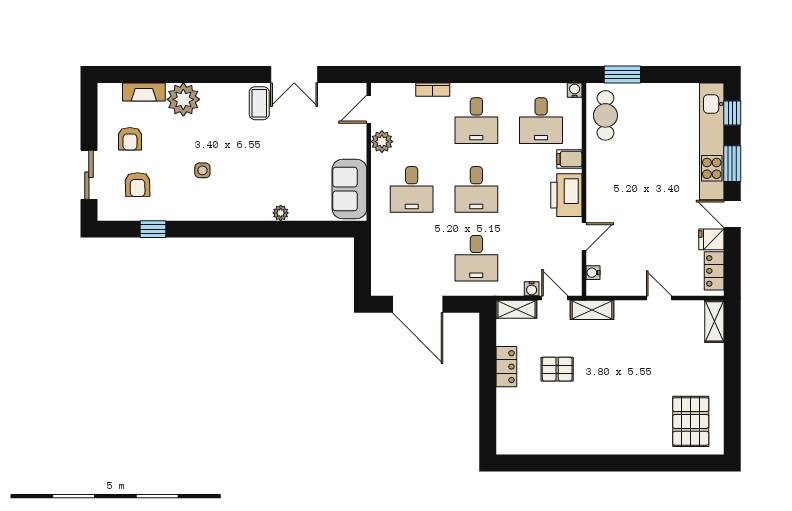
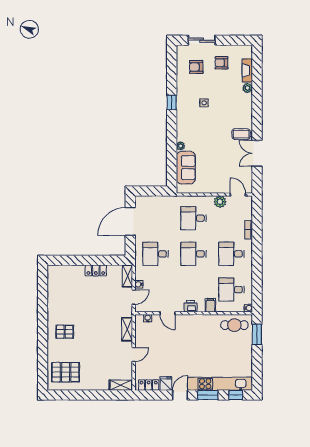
plant: (183, 99) -> (247, 88), width x0.53, depth x0.53
sofa: (349, 189) -> (186, 168), moved, turned 90
printer: (566, 195) -> (190, 306), width x0.53, depth x0.68
window: (153, 229) -> (172, 103), moved
shelving: (592, 310) -> (127, 329), moved
pallet: (557, 369) -> (65, 332), moved, turned 90

